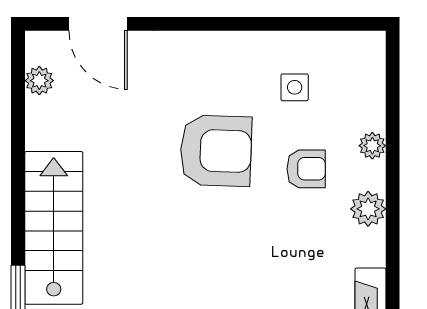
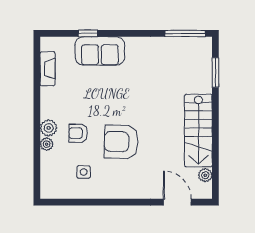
plant: (368, 209) -> (49, 128), moved
stairs: (54, 228) -> (198, 131), moved

